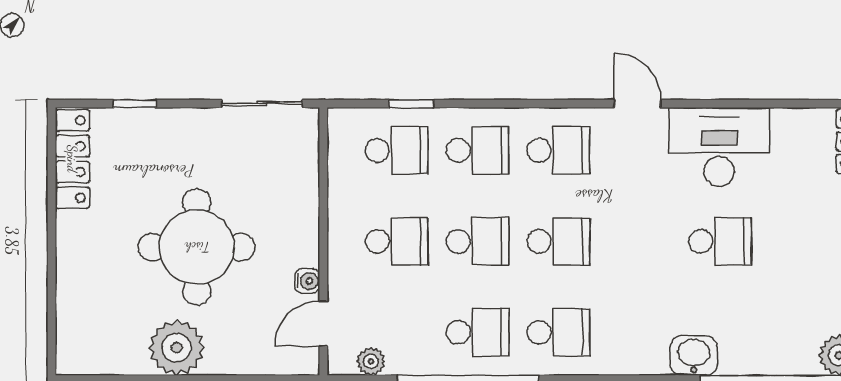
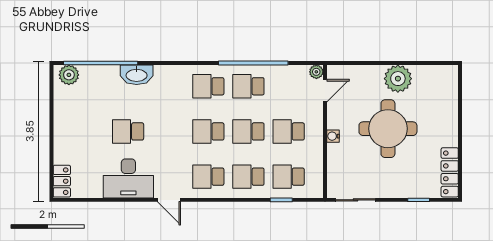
water cooler: (307, 281) -> (333, 136), moved
washbasin: (694, 355) -> (137, 75), width x1.38
plant: (371, 361) -> (316, 72), moved

